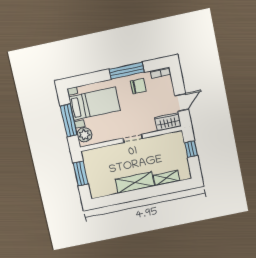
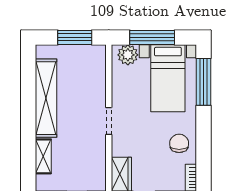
window: (127, 71) -> (203, 82), moved
chair: (138, 86) -> (179, 143), turned 180
shelving: (135, 183) -> (46, 98), width x1.47

